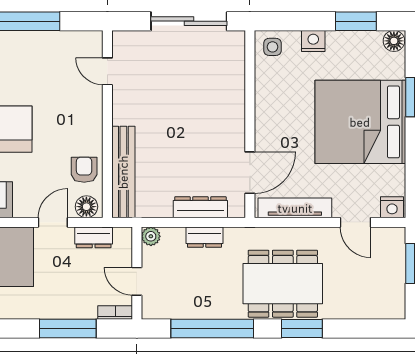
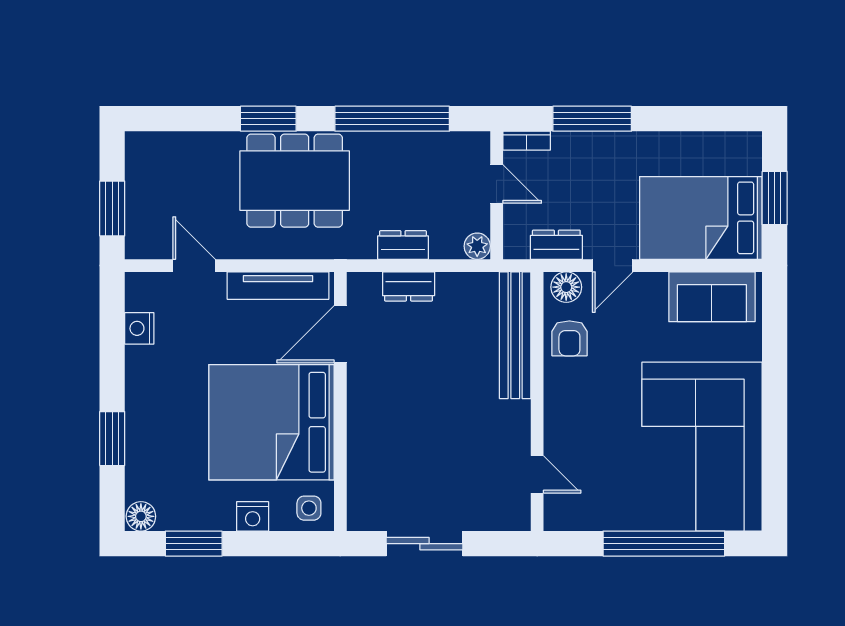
sliding door: (189, 21) -> (424, 544), width x0.73
bed: (360, 122) -> (271, 422), moved, turned 180
dresser: (200, 207) -> (409, 286), width x0.70
nightstand: (392, 207) -> (139, 328), moved, turned -90

